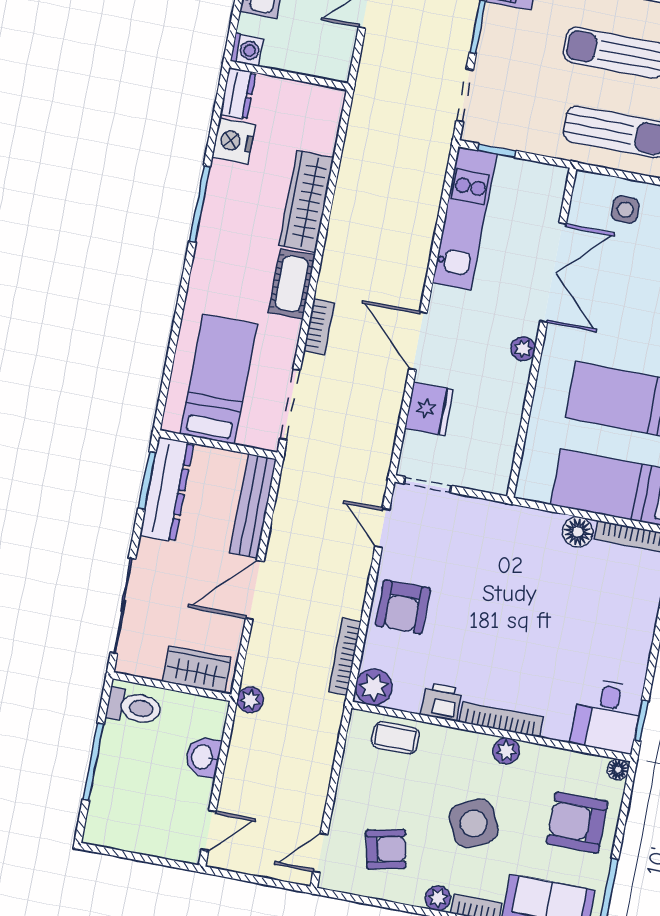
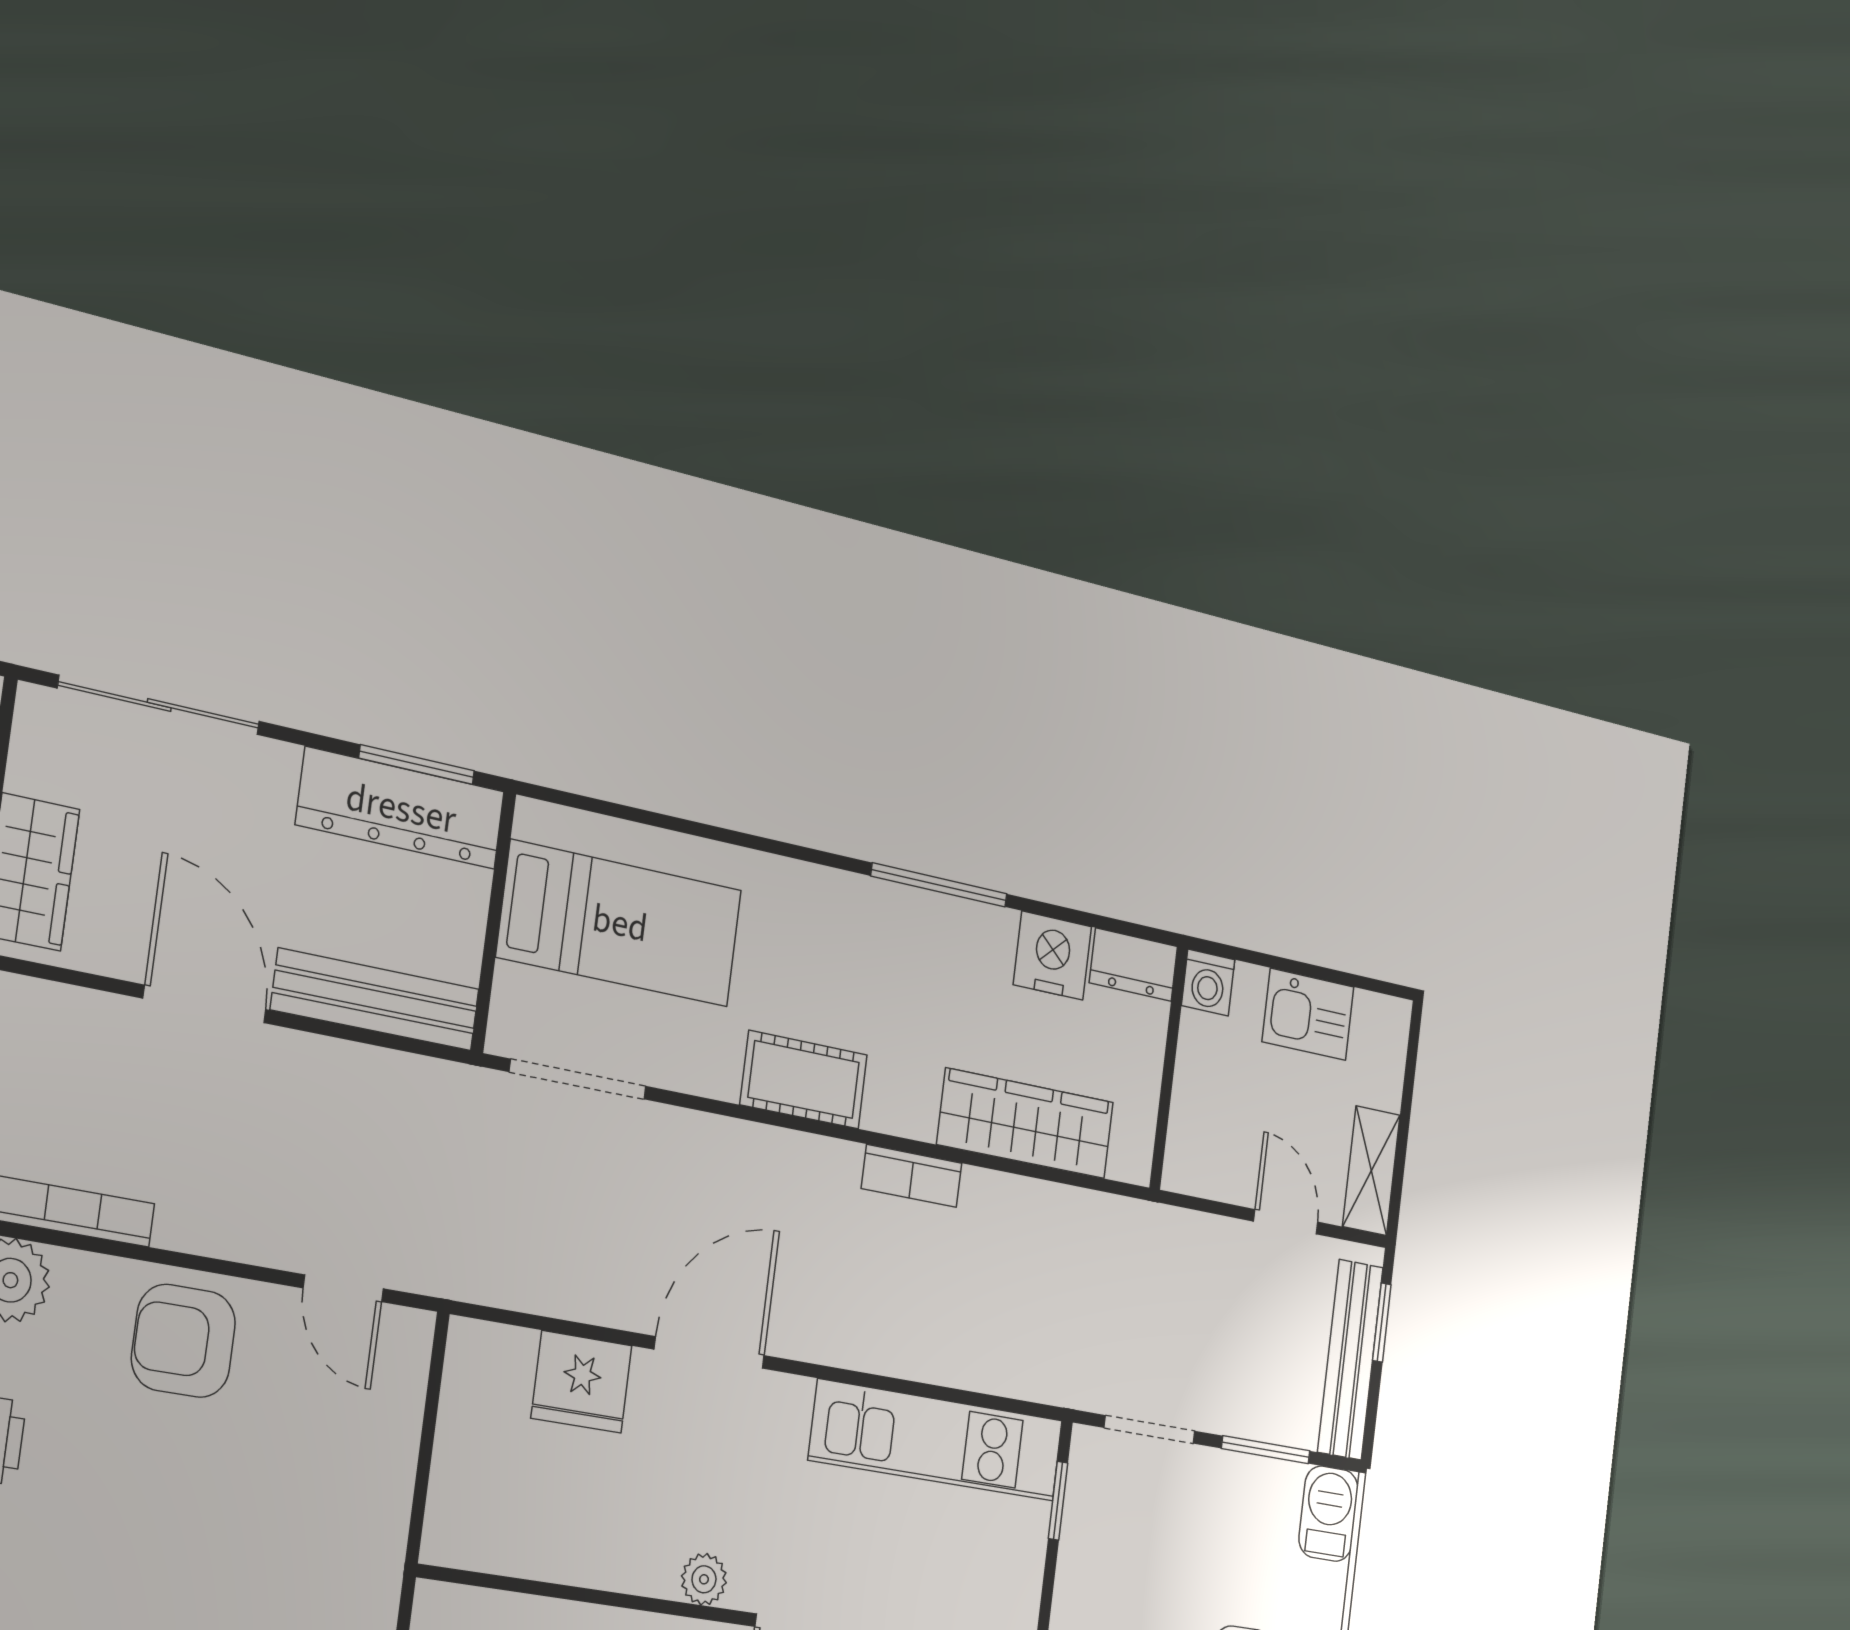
wardrobe: (306, 201) -> (1025, 1123), moved
bookcase: (319, 327) -> (912, 1176), moved
doorway: (428, 485) -> (434, 1386), removed
door: (382, 528) -> (343, 1288), swing flipped

